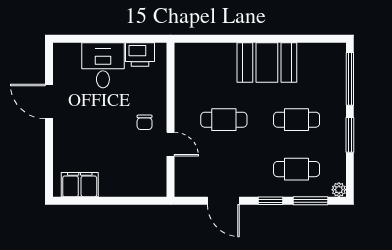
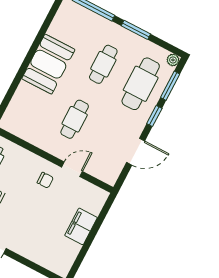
cafe table: (297, 169) -> (141, 84), width x1.37, depth x1.35
filing cabinet: (80, 185) -> (81, 226), moved

